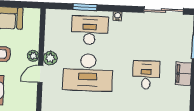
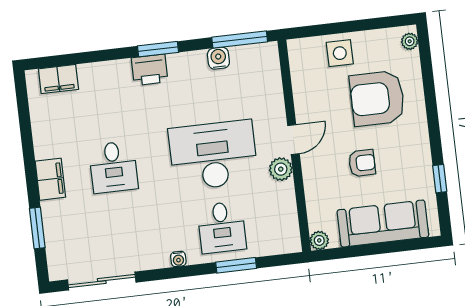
desk: (90, 30) -> (222, 227), width x0.73
plant: (33, 56) -> (319, 240), moved

